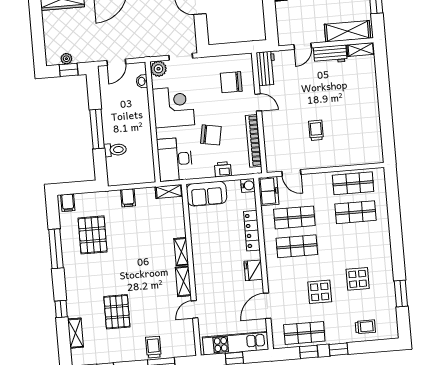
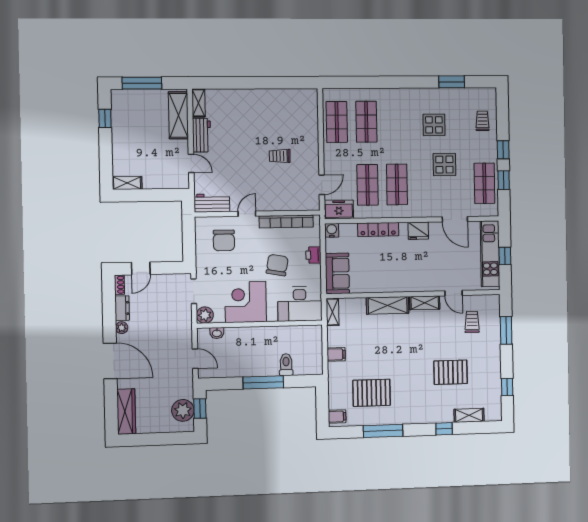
plant: (66, 59) -> (183, 410), width x1.88, depth x1.88
shelving: (181, 252) -> (388, 305), width x1.50, depth x1.33
trolley: (153, 347) -> (472, 322), moved, turned 90

